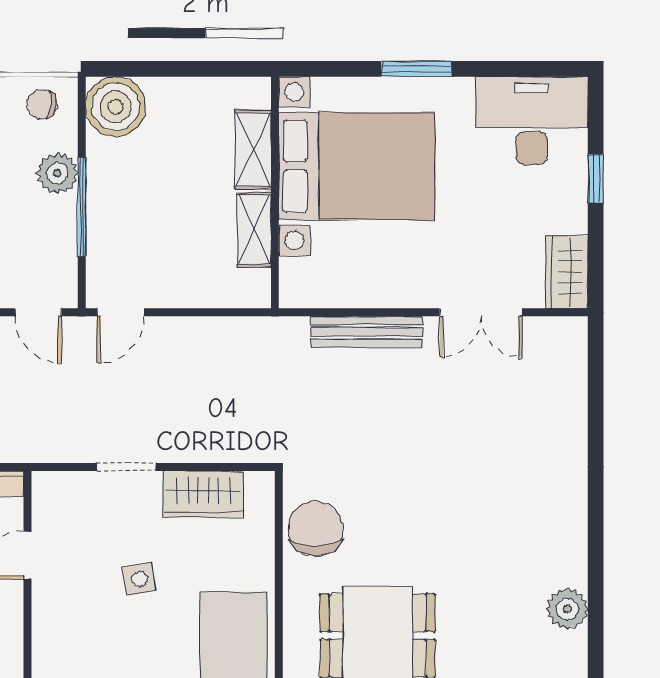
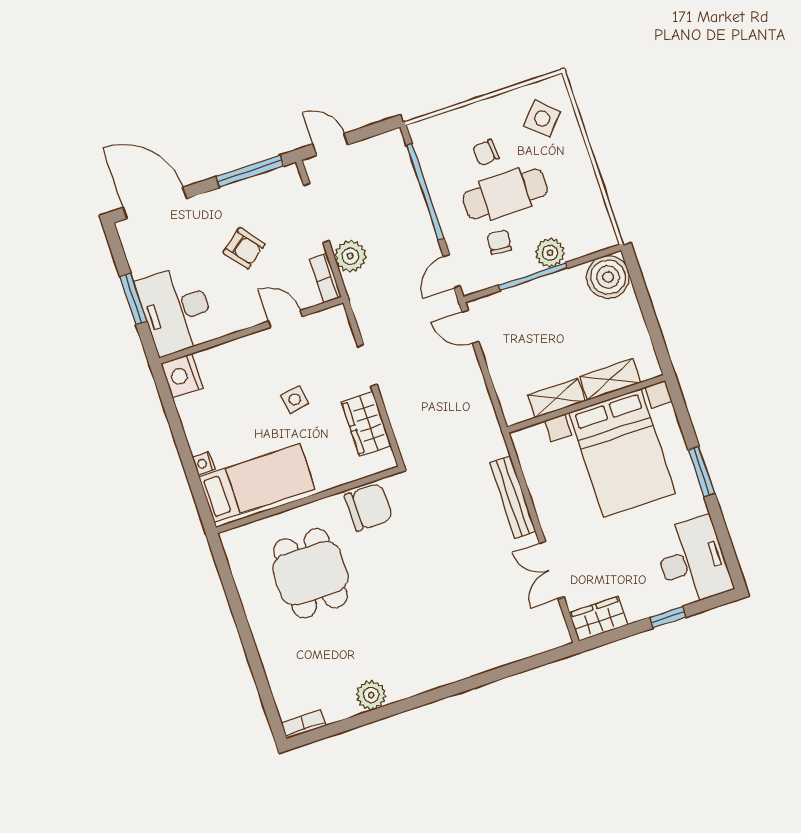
chair: (42, 104) -> (499, 242), moved

